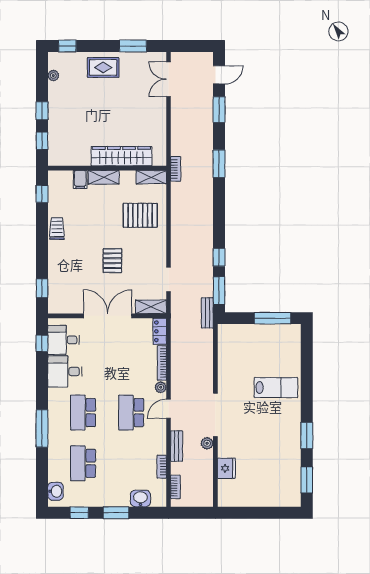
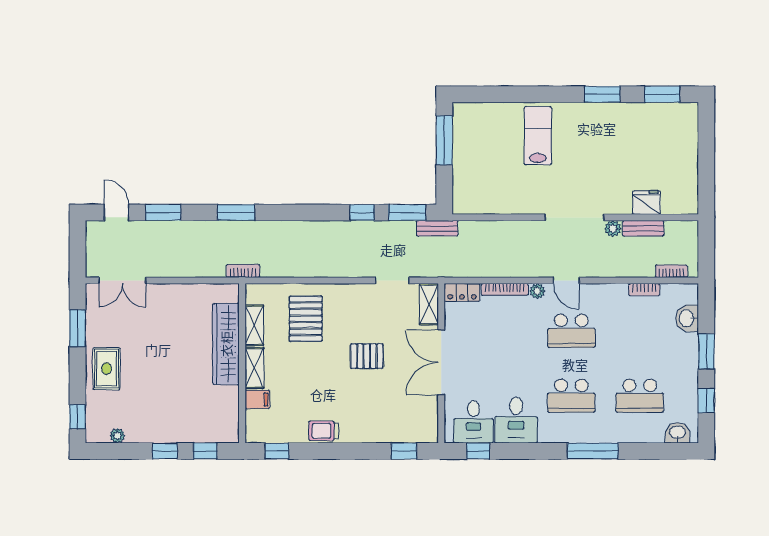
shelving: (151, 177) -> (254, 325), moved
bench: (177, 446) -> (643, 228), moved

